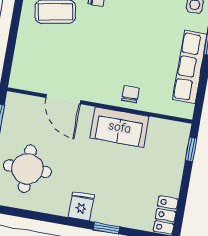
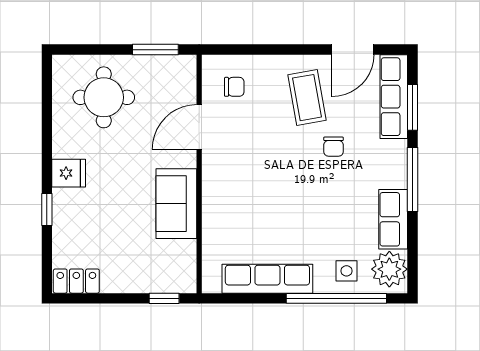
chair: (130, 94) -> (234, 87), moved

